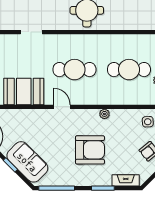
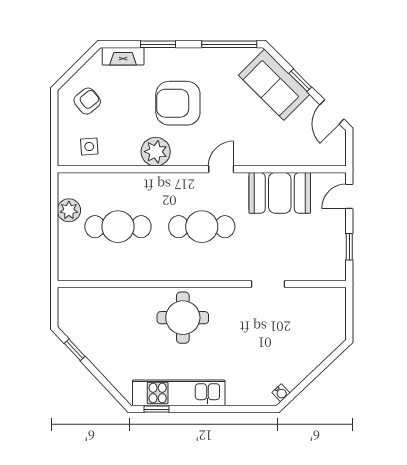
door: (62, 107) -> (221, 169), swing flipped
plant: (104, 114) -> (156, 152), width x1.88, depth x1.88

